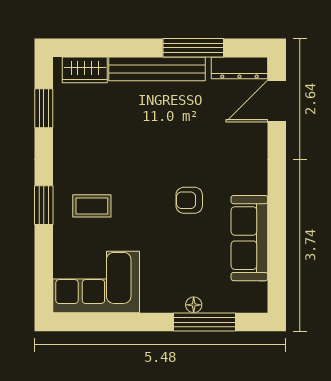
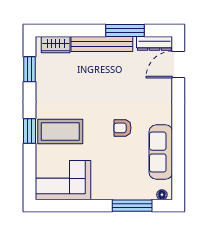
coffee table: (92, 206) -> (60, 132), width x1.86, depth x1.72
floor lamp: (194, 305) -> (162, 195), moved

